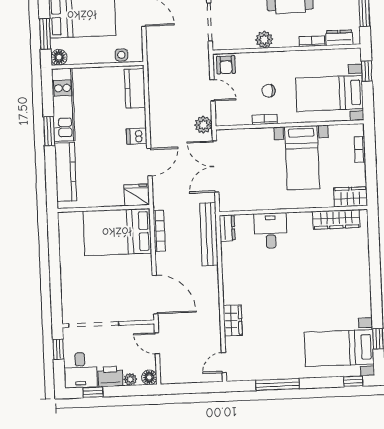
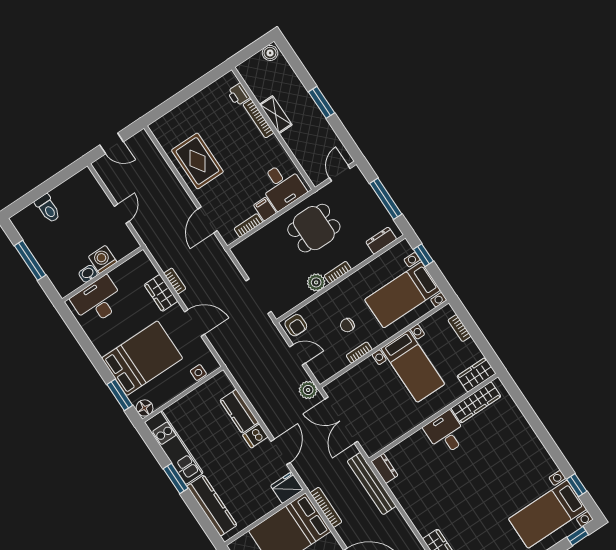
bookcase: (312, 41) -> (338, 272), moved
kitchen counter: (135, 88) -> (239, 411), moved
desk: (271, 231) -> (446, 433), moved

